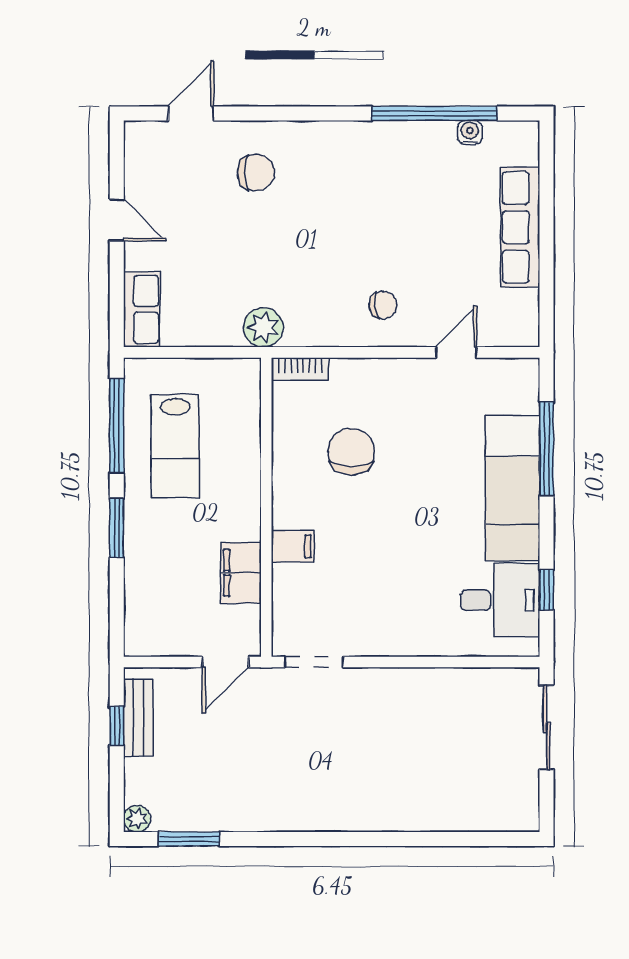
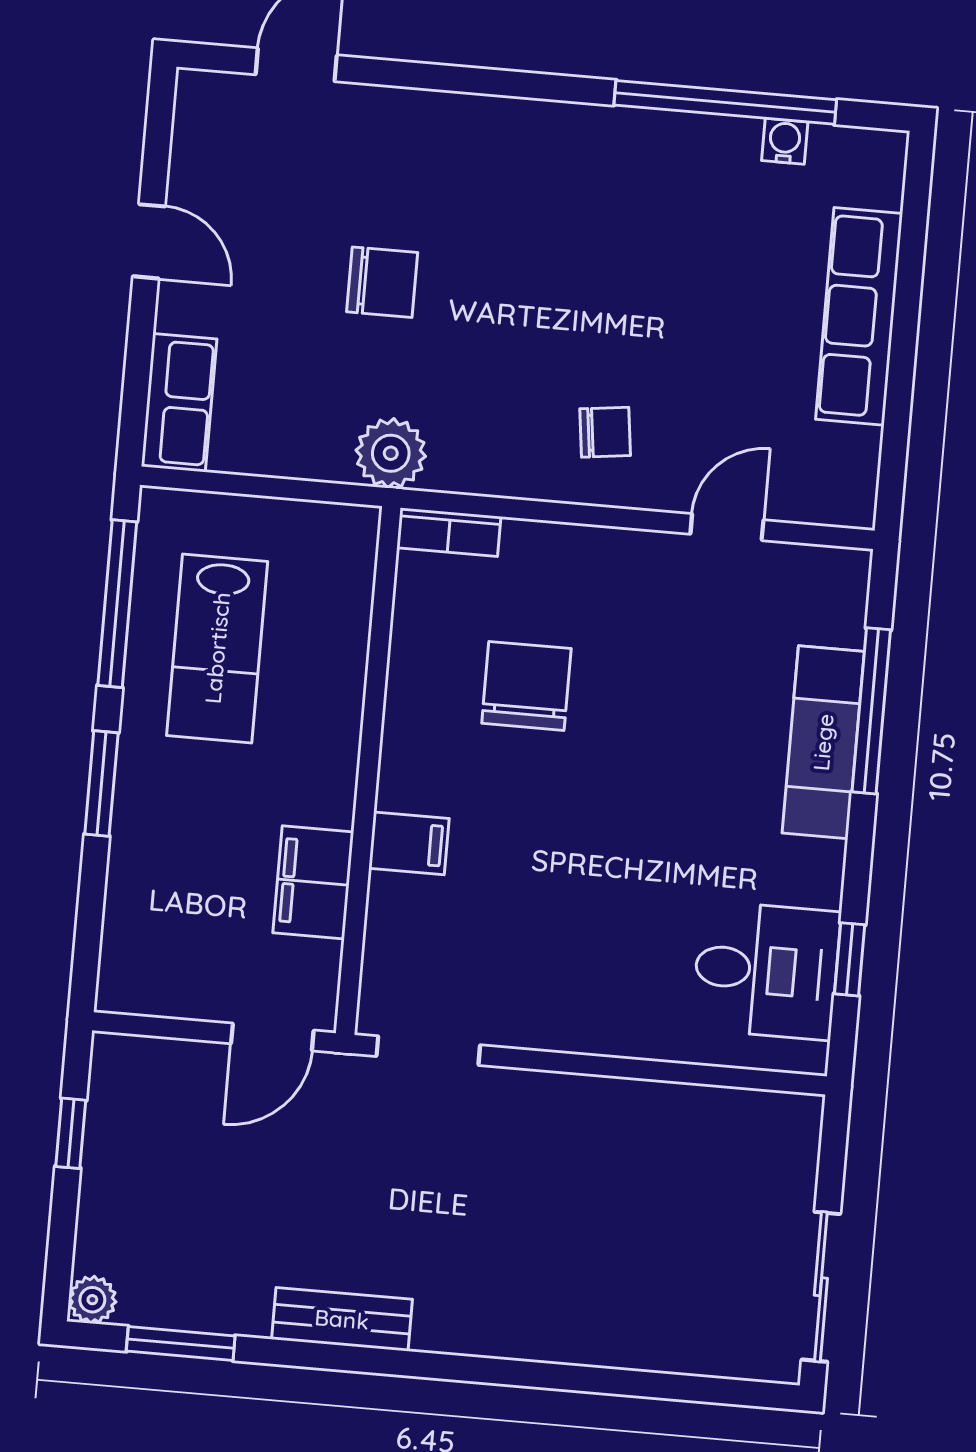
chair: (256, 173) -> (382, 282), moved
exam couch: (513, 488) -> (823, 742), width x0.73, depth x0.69
bench: (138, 718) -> (342, 1319), moved, turned 90
sliding door: (547, 727) -> (821, 1287), moved

